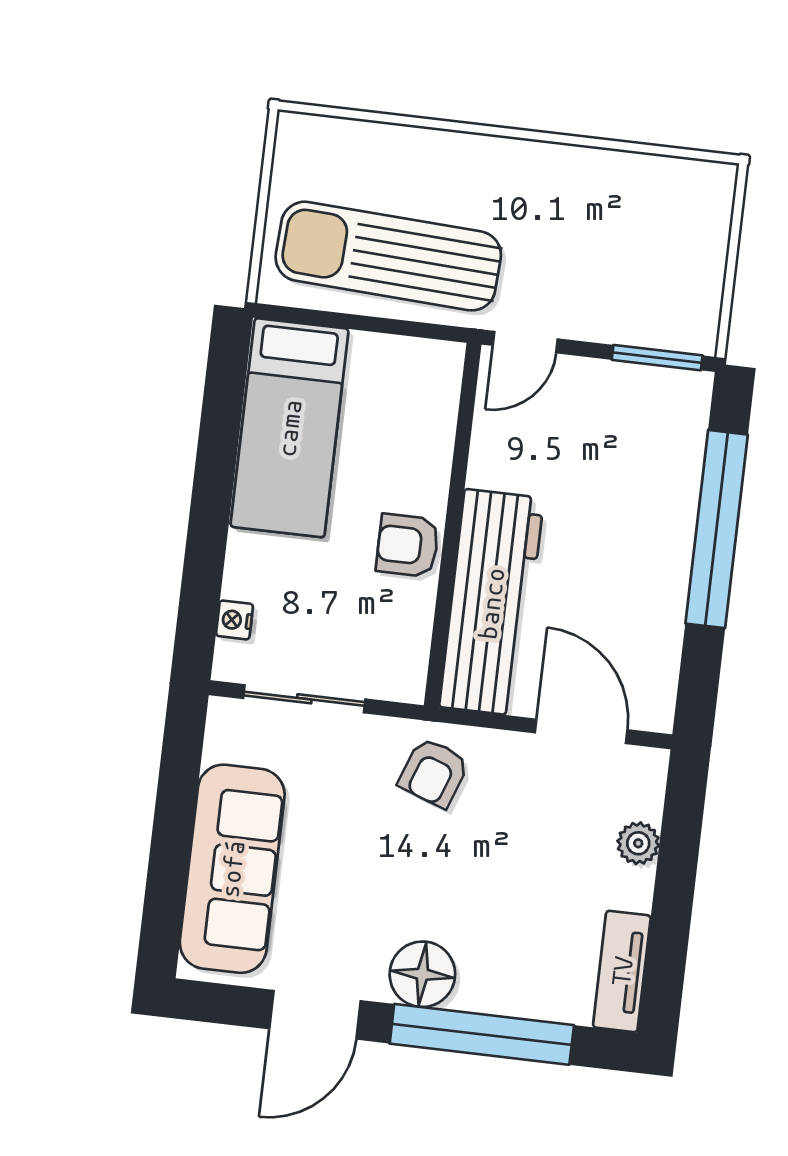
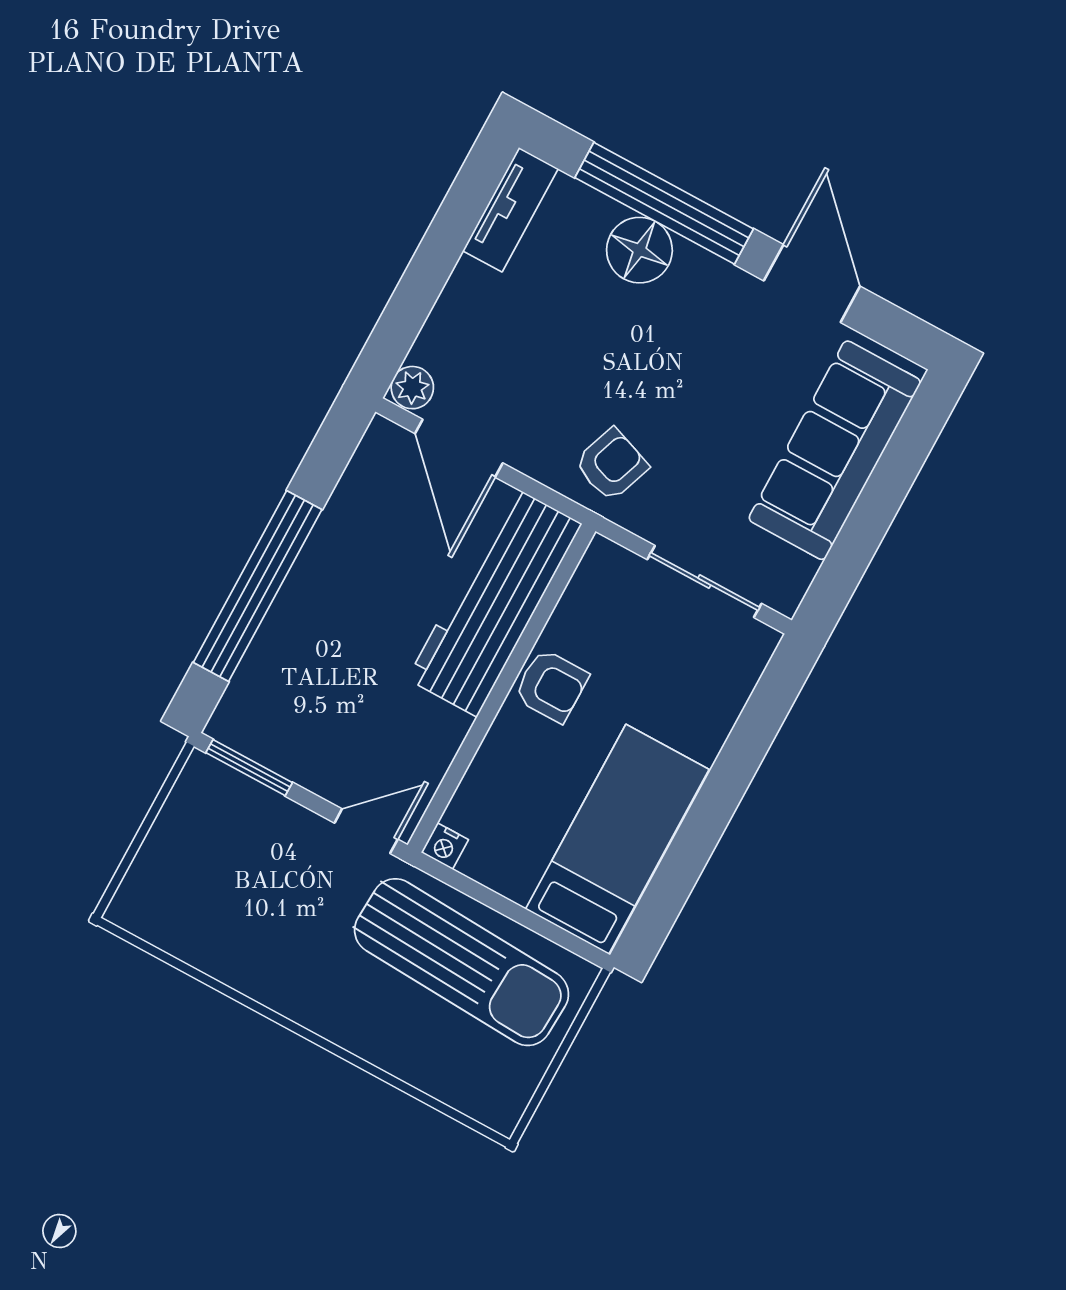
nightstand: (235, 620) -> (445, 846), moved, turned 90
plant: (638, 843) -> (412, 388), moved
floor lamp: (422, 974) -> (639, 250), moved
door: (315, 1015) -> (812, 284), hinge flipped

